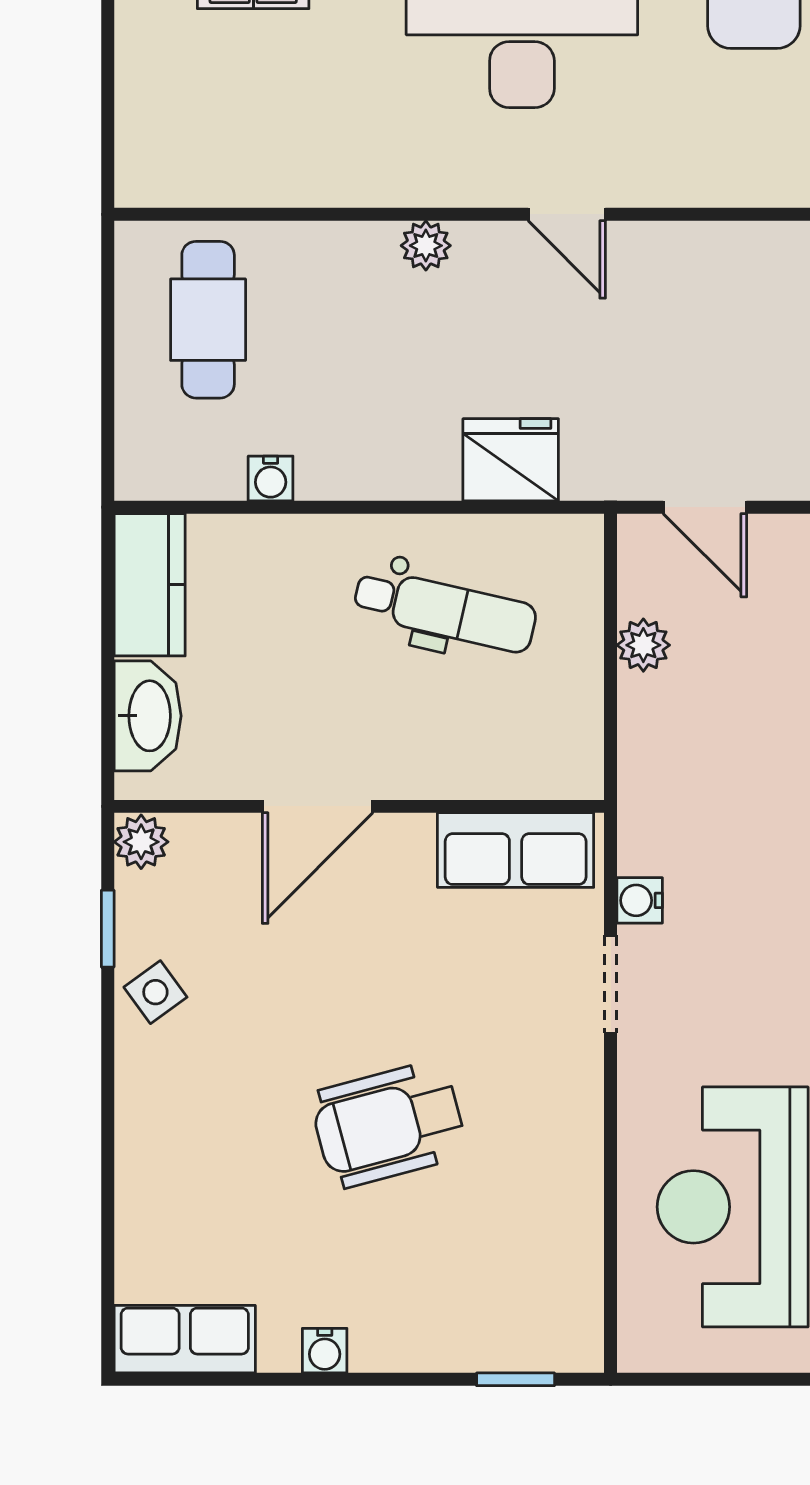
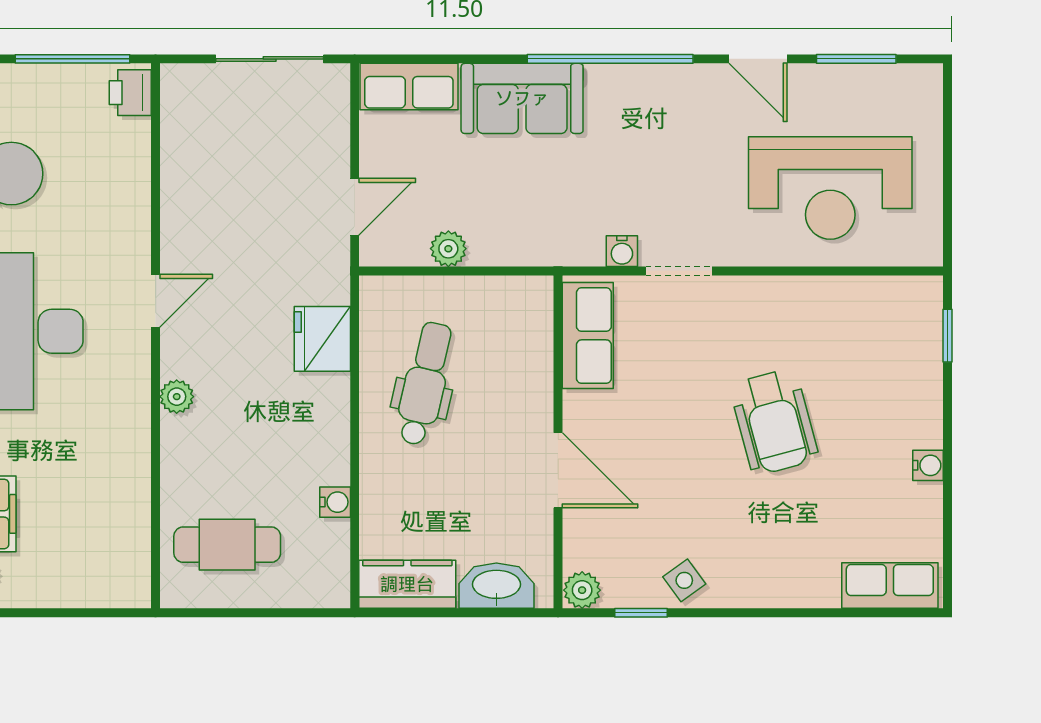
row of seats: (185, 1339) -> (890, 586), moved, turned 90

